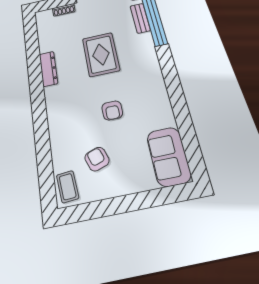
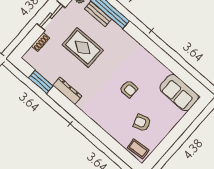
window: (32, 44) -> (41, 82), added
rug: (101, 54) -> (83, 47), moved

